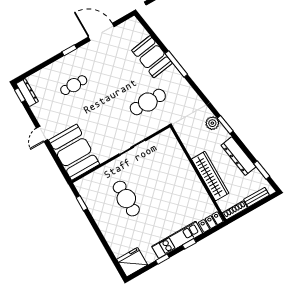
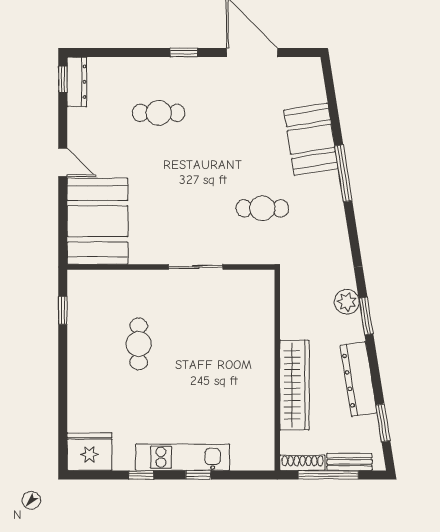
cafe table: (148, 102) -> (262, 208), width x0.73, depth x0.74
door: (42, 134) -> (63, 162), swing flipped
cafe table: (126, 199) -> (139, 344), width x0.73, depth x0.74
window: (250, 209) -> (328, 475), added
locker: (211, 222) -> (253, 460), removed

